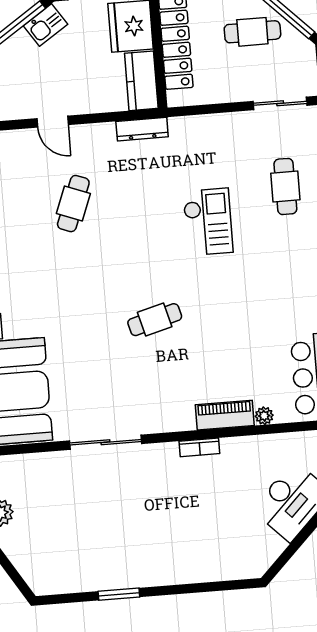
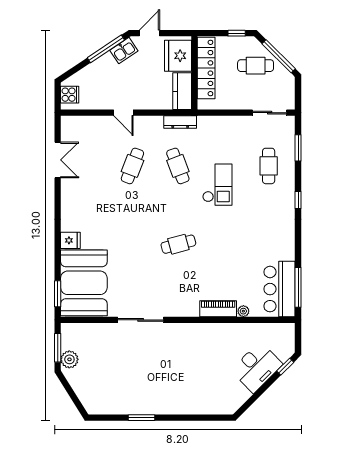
cafe table: (144, 198) -> (178, 166), added
bookcase: (199, 447) -> (200, 328), removed

